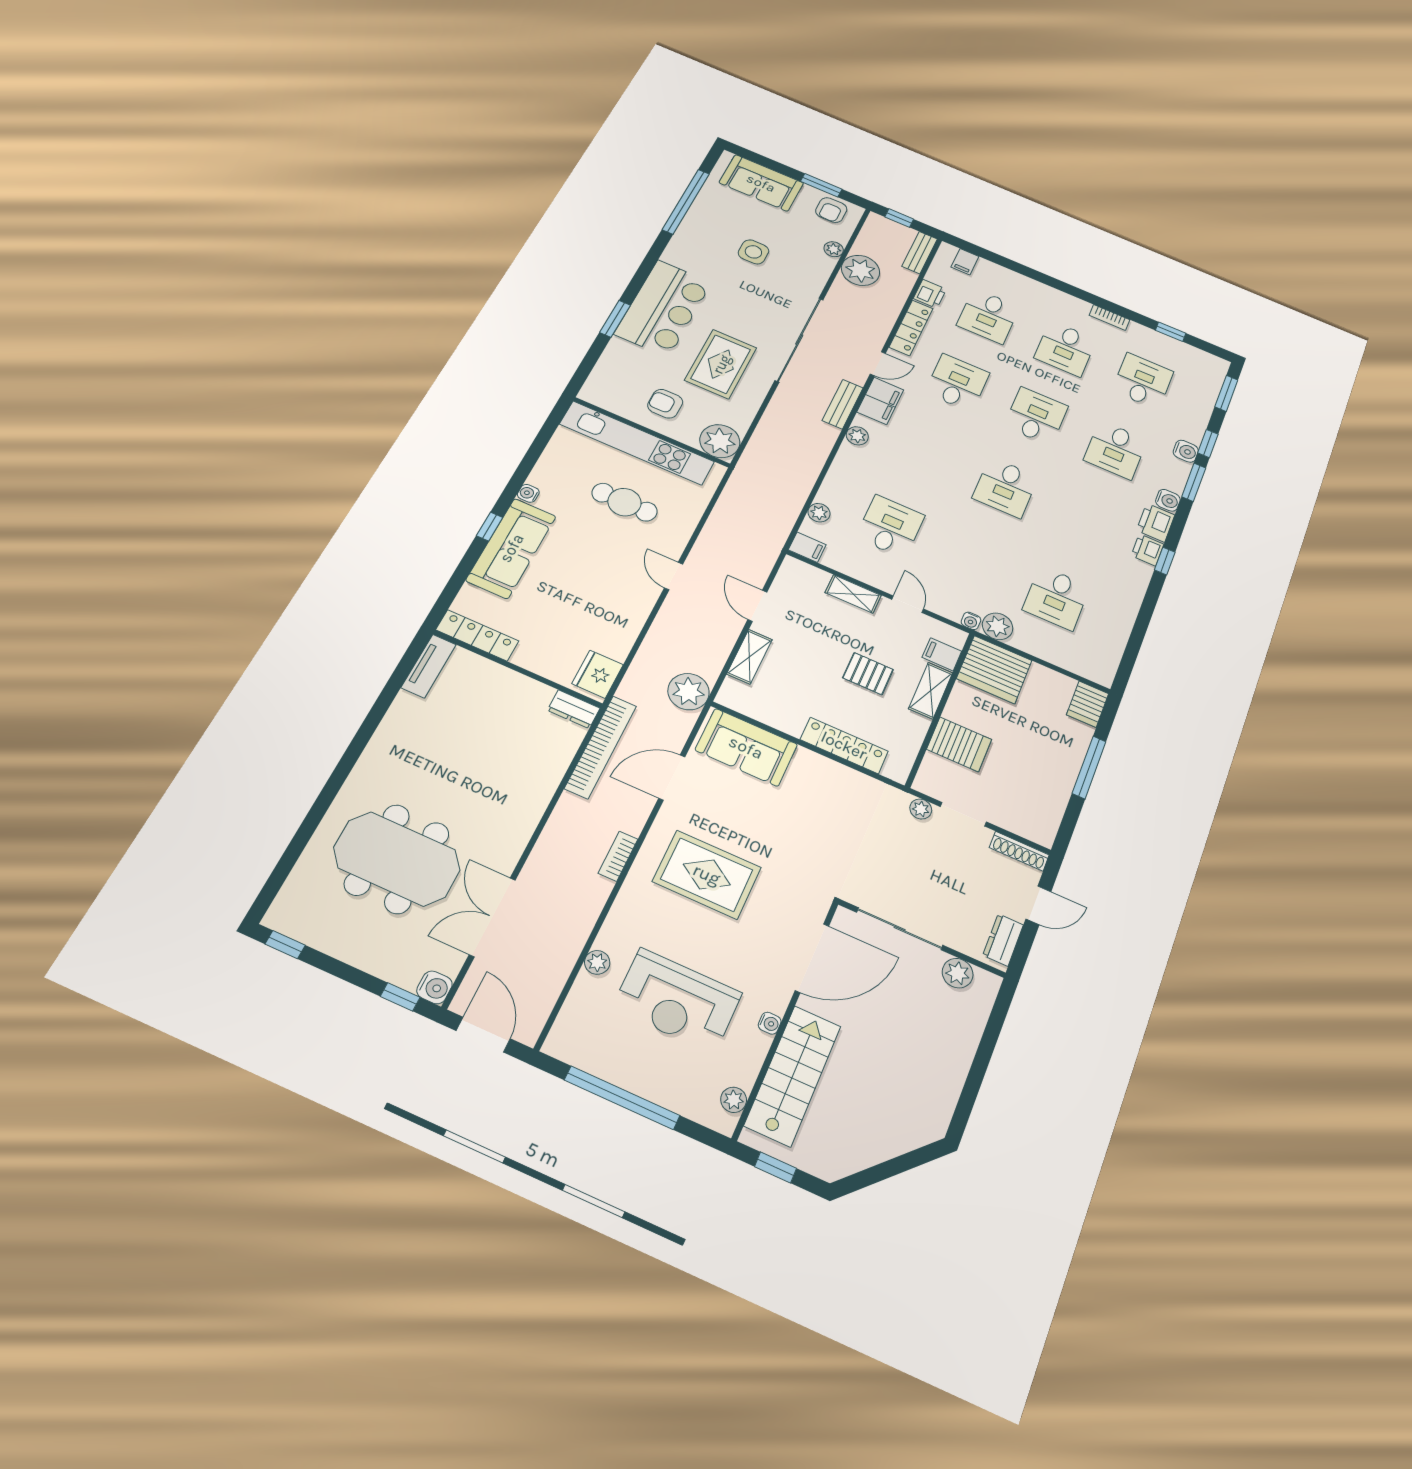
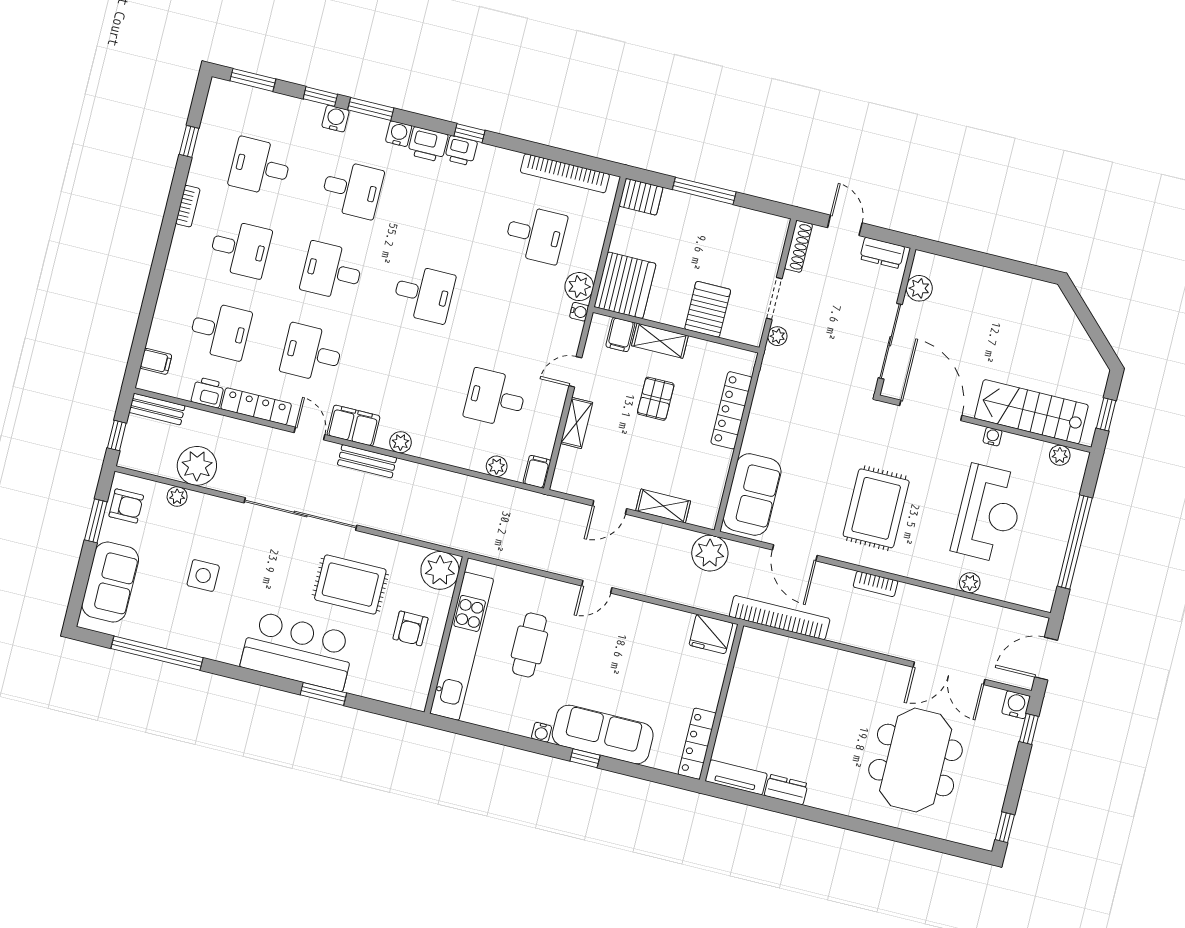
bookcase: (1118, 638) -> (565, 173), added
dresser: (574, 709) -> (786, 790), moved, turned -90

